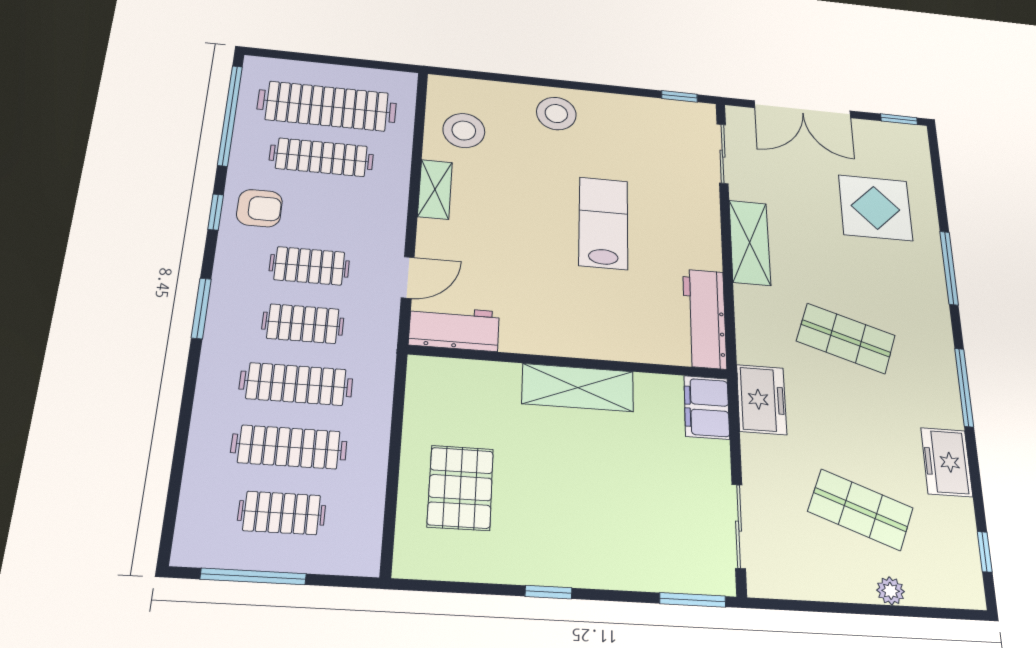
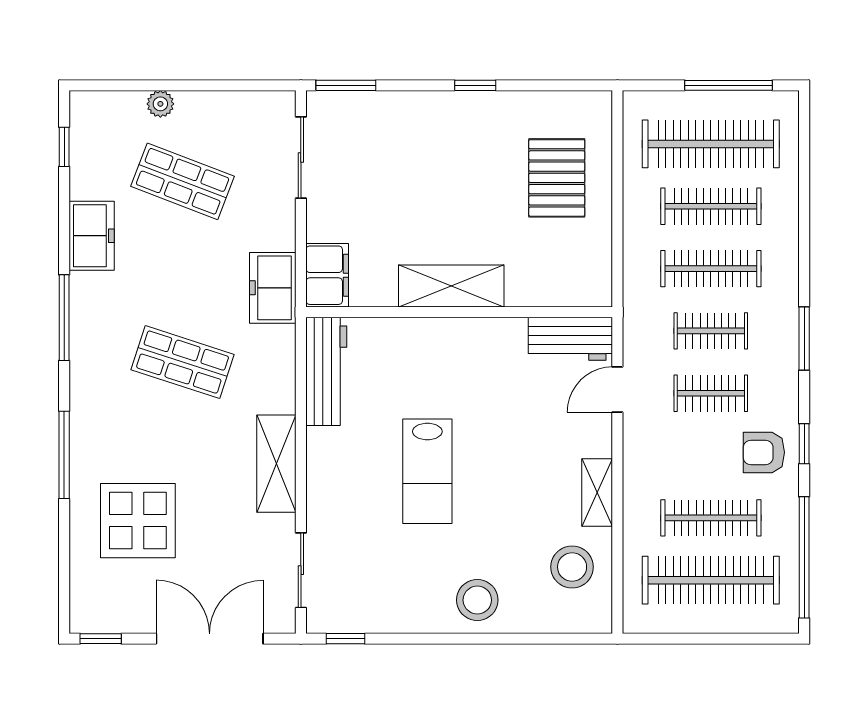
clothes rail: (282, 513) -> (711, 144), width x1.86, depth x1.31

